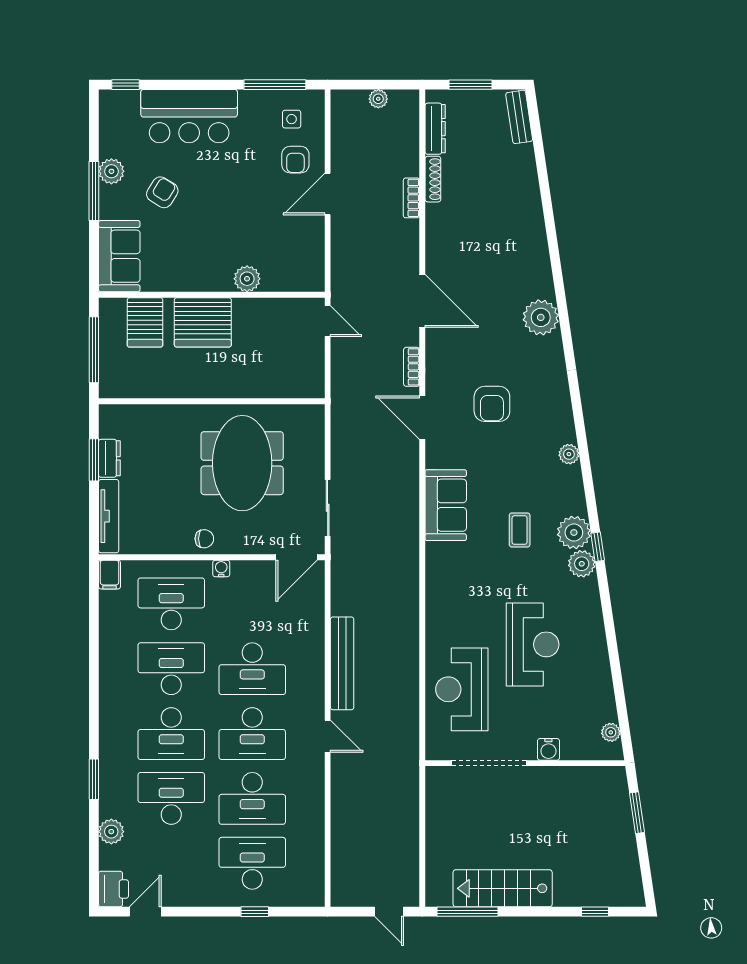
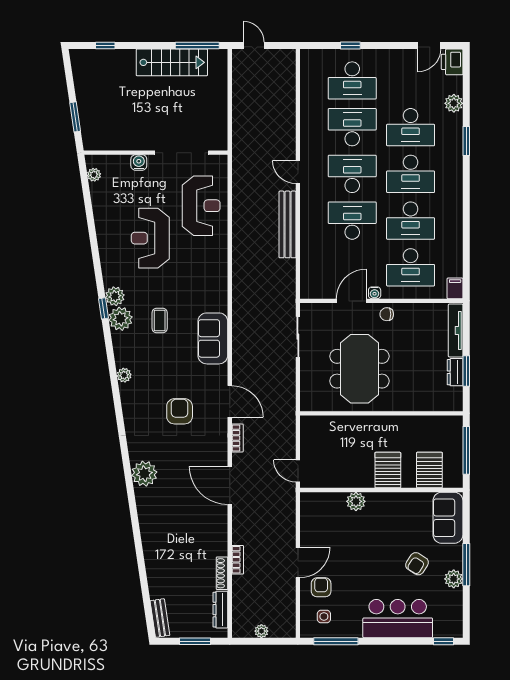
server rack: (203, 322) -> (388, 470), width x0.62
door: (297, 557) -> (351, 301), moved
desk: (171, 734) -> (411, 174), turned 180

